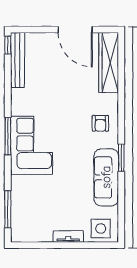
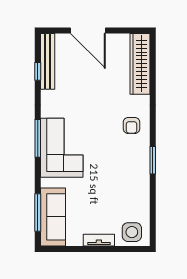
door: (75, 30) -> (88, 30), moved
window: (8, 45) -> (38, 71), moved
sofa: (106, 177) -> (53, 217), moved, turned 180

